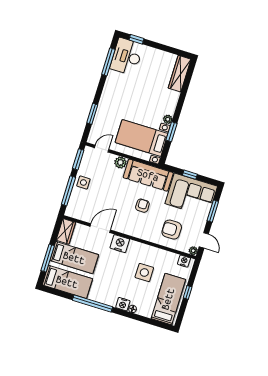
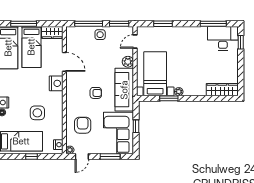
door: (102, 149) -> (135, 41), swing flipped

